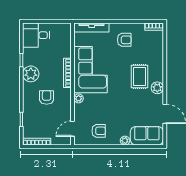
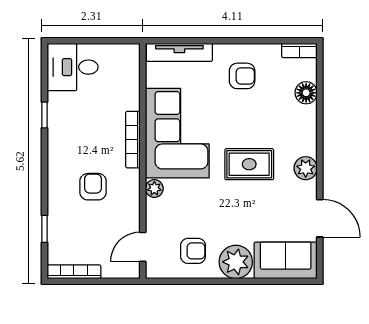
floor lamp: (158, 49) -> (306, 93), added
plant: (31, 74) -> (63, 141), removed
rug: (140, 77) -> (249, 164), moved, turned 90
plant: (125, 141) -> (236, 262), width x1.88, depth x1.88

